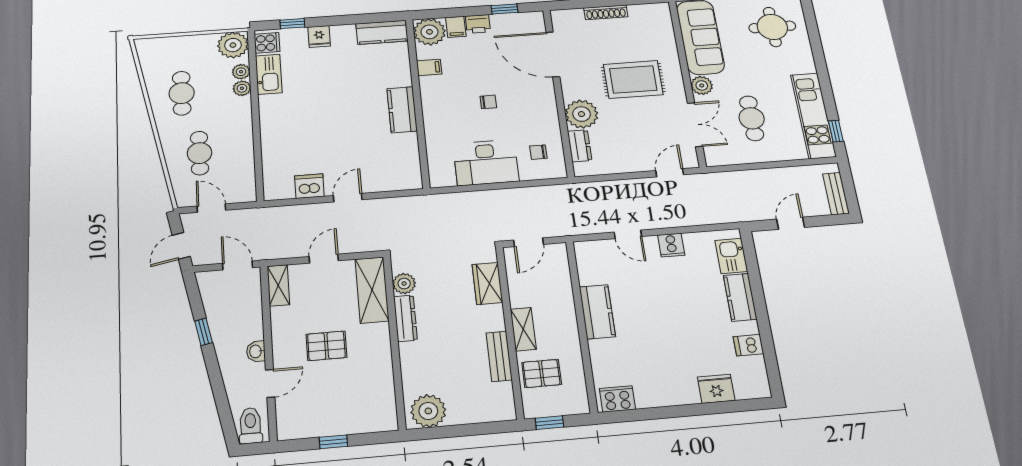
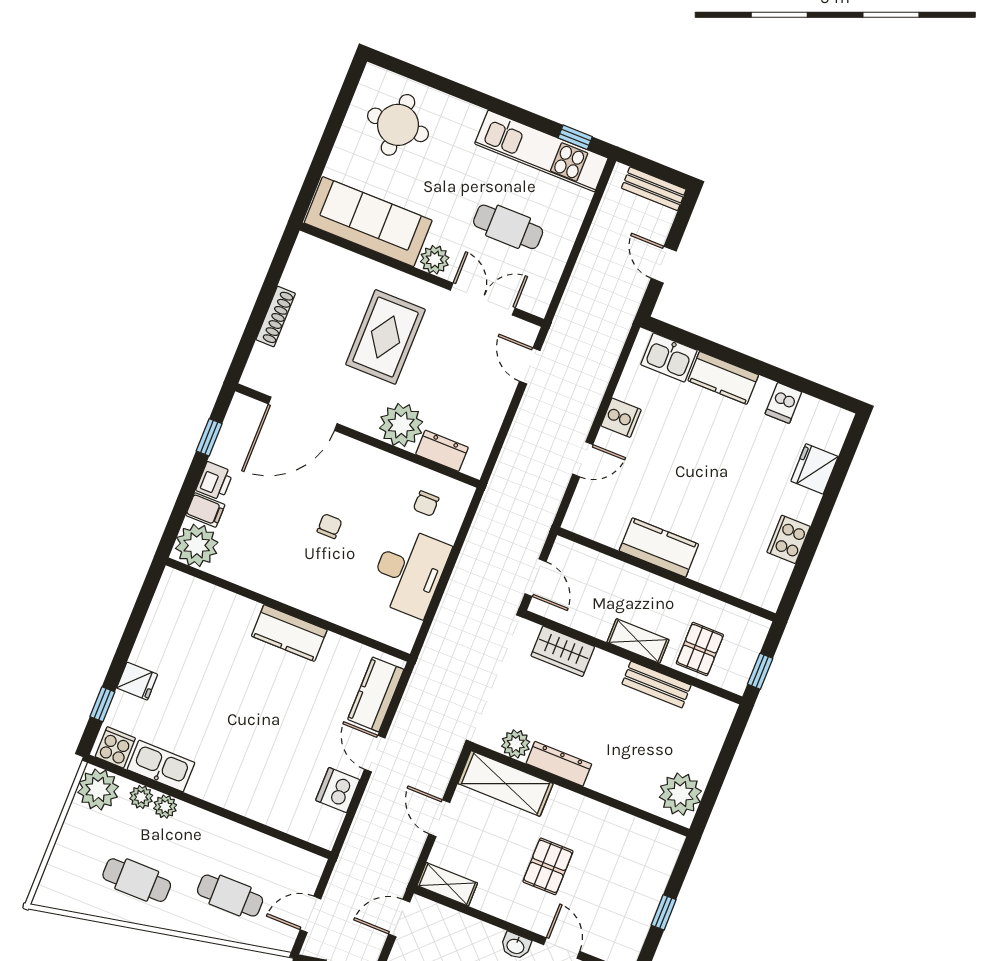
kitchen counter: (382, 32) -> (376, 694), moved, turned 180
filing cabinet: (429, 67) -> (247, 572), removed
cooker: (617, 399) -> (789, 539), moved

